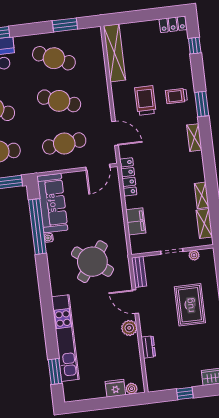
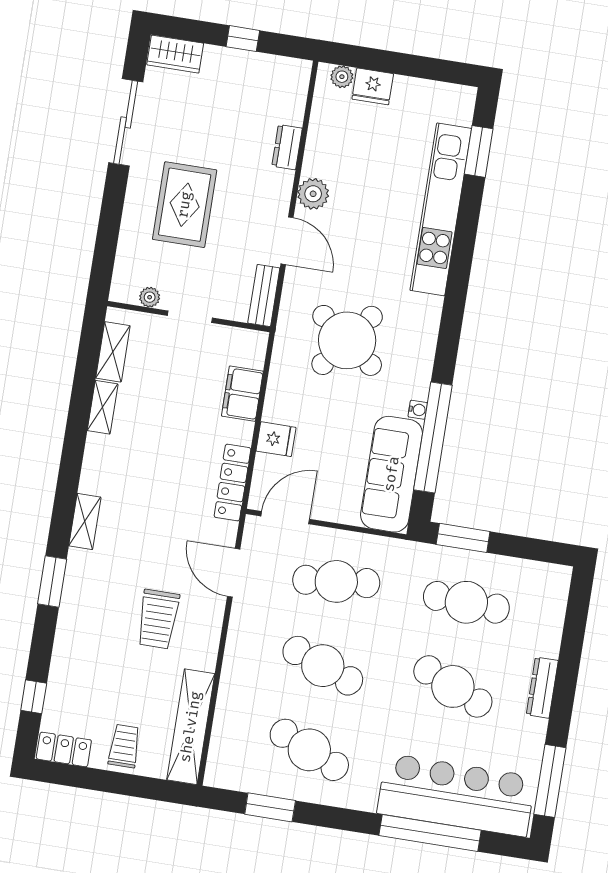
trolley: (176, 96) -> (124, 746), moved, turned -90
fridge: (113, 204) -> (276, 439), added

